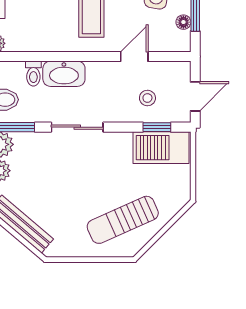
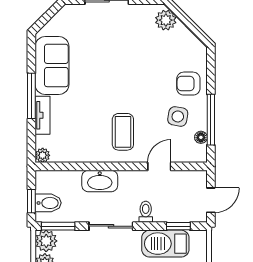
toilet: (33, 73) -> (146, 212), moved, turned 180
stool: (147, 98) -> (170, 202), removed
barbecue: (161, 148) -> (165, 244), moved

